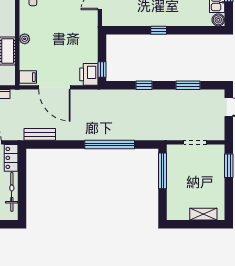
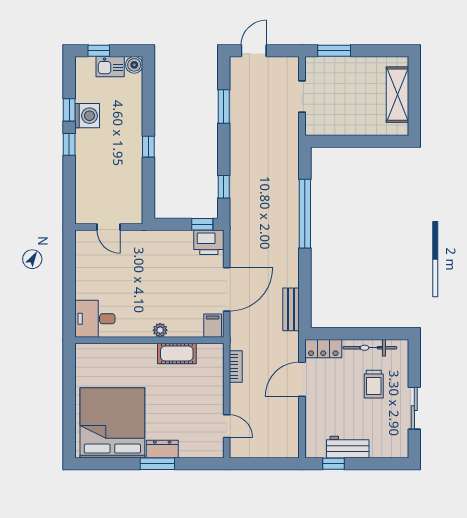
window: (144, 85) -> (224, 187), moved
window: (163, 171) -> (341, 141), removed
shelving: (203, 214) -> (398, 95), width x1.50, depth x1.33

